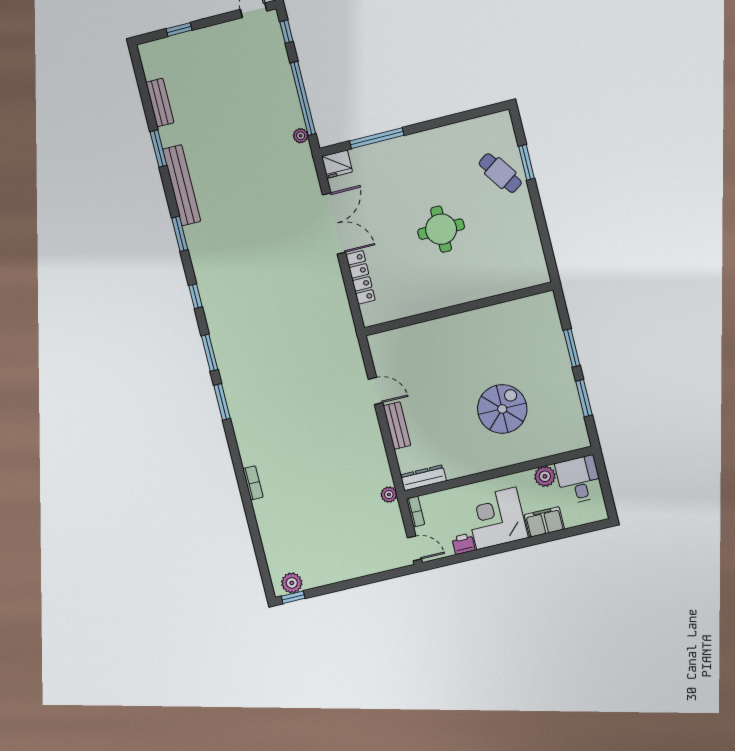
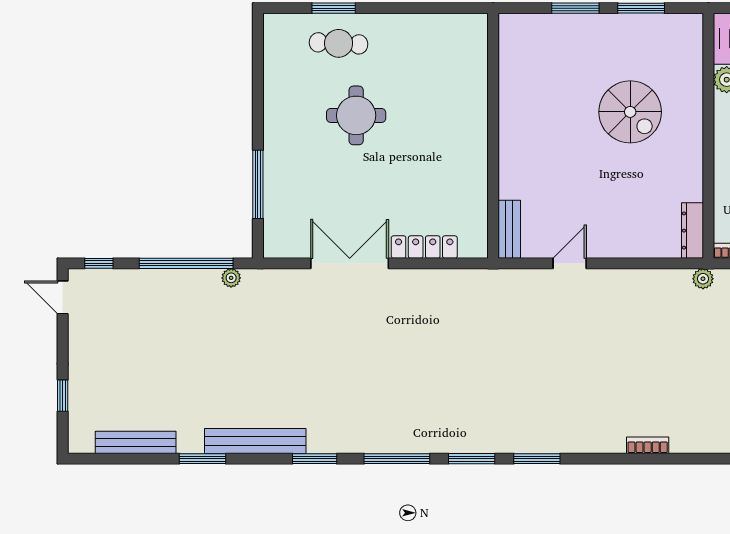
bench: (160, 103) -> (136, 442), width x1.36
fridge: (337, 164) -> (277, 241), removed
cafe table: (500, 173) -> (339, 43), turned 38
round table: (441, 229) -> (356, 115), moved
window: (195, 296) -> (397, 459), width x2.17
spiral stairs: (502, 409) -> (630, 112), turned 180
bench: (397, 426) -> (509, 229), moved, turned 90

